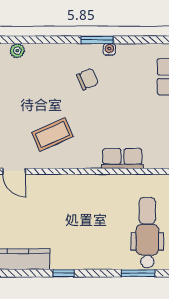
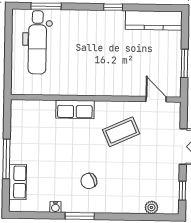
water cooler: (109, 49) -> (55, 207), moved
row of seats: (122, 159) -> (75, 109), moved

